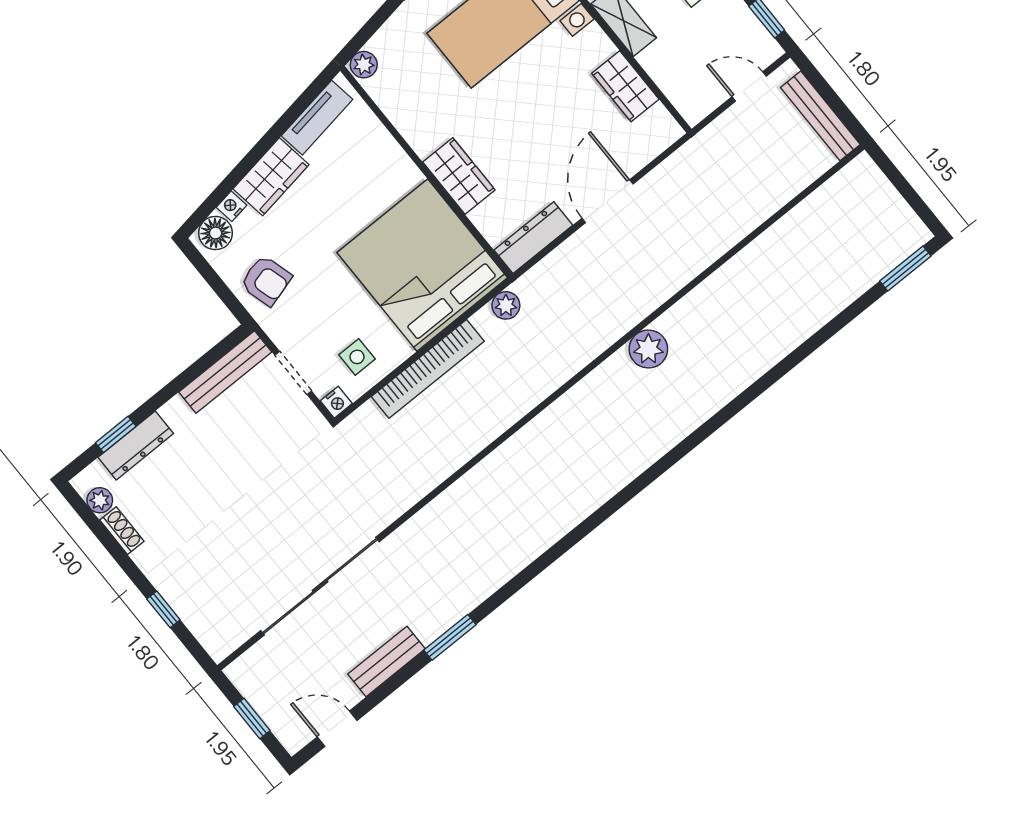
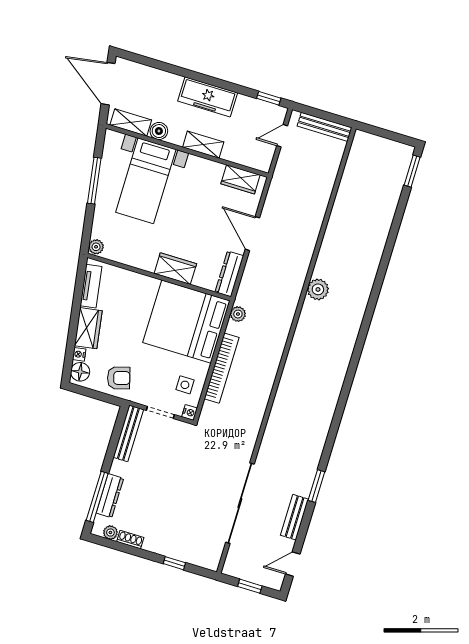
wardrobe: (625, 86) -> (240, 179), moved
window: (116, 434) -> (97, 497), width x2.17

